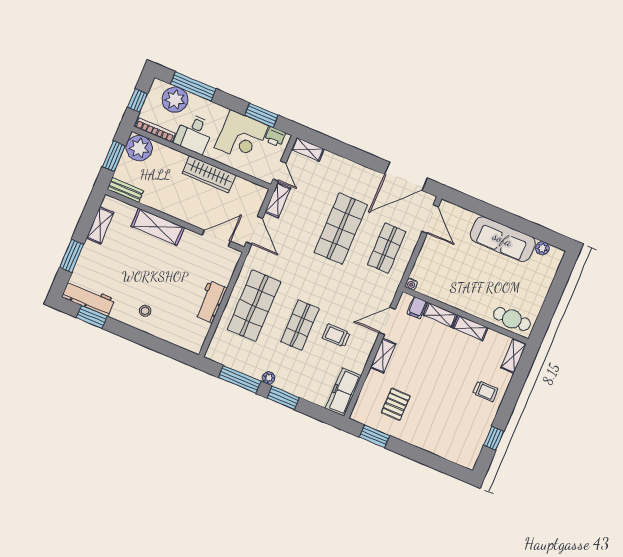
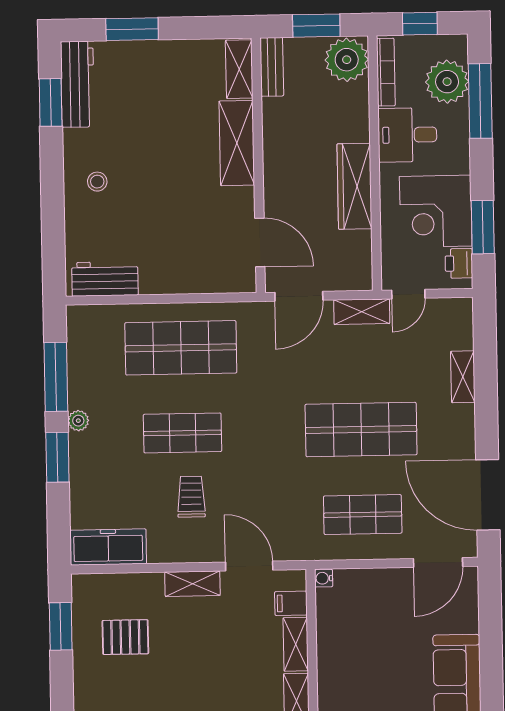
shelving: (308, 149) -> (463, 377), moved
shelving: (100, 225) -> (239, 69), moved, turned 90
workbench: (211, 302) -> (105, 279), moved

